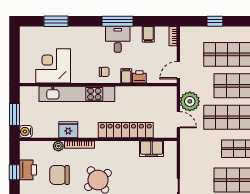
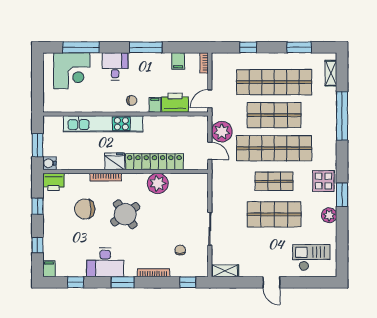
window: (56, 21) -> (81, 47), width x1.44
desk: (118, 39) -> (115, 66), moved
corner desk: (53, 66) -> (72, 71), moved, turned 180
printer: (139, 77) -> (175, 103), width x1.87, depth x1.48
fridge: (68, 130) -> (115, 161), moved
plant: (58, 146) -> (158, 183), moved, width x1.87, depth x1.87
filing cabinet: (151, 149) -> (182, 181), removed
printer: (28, 170) -> (53, 182), moved, turned 90

